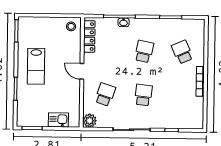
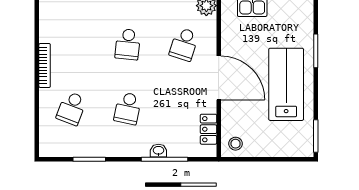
locker: (89, 36) -> (208, 129), width x0.66
school desk: (182, 52) -> (72, 108), turned 45
lab bench: (36, 66) -> (286, 84), width x1.36, depth x1.39
door: (82, 71) -> (219, 78), width x1.87

